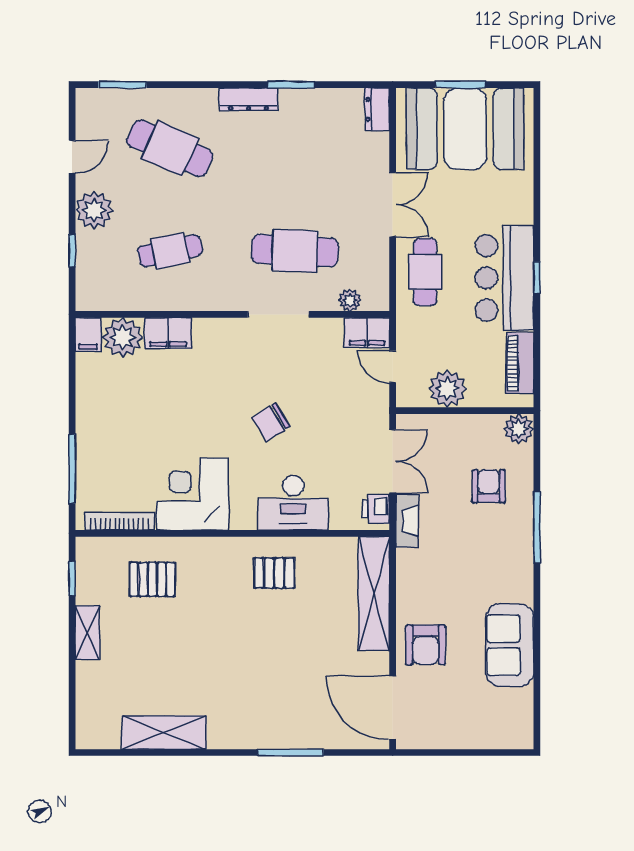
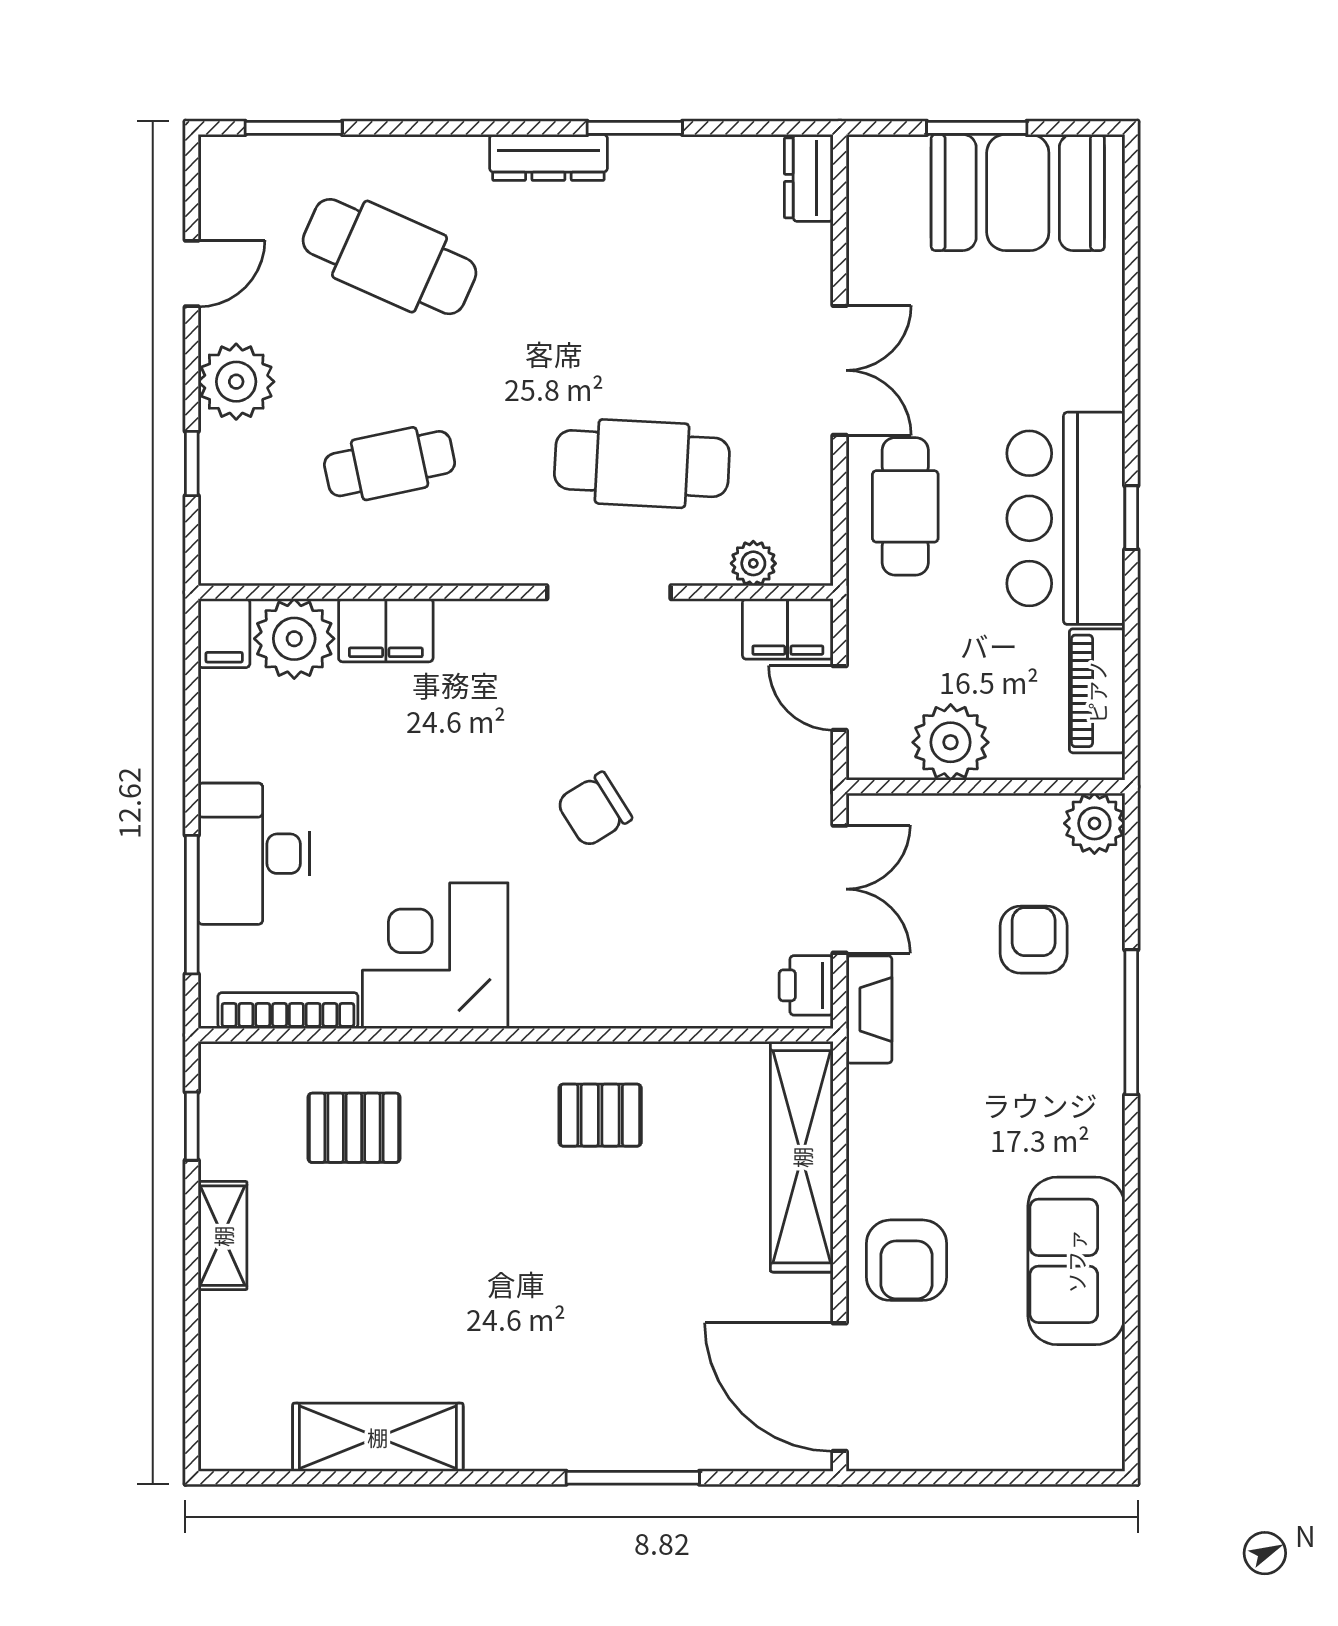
booth: (465, 129) -> (1018, 192), width x0.73, depth x0.70
desk: (293, 503) -> (254, 854), moved, turned 90

